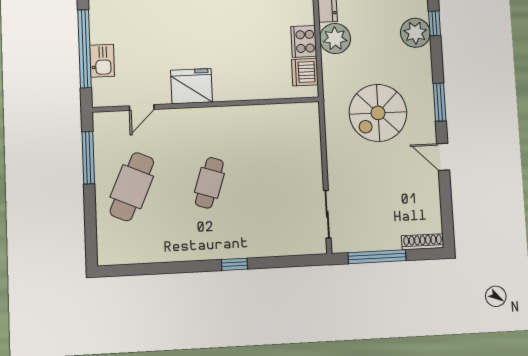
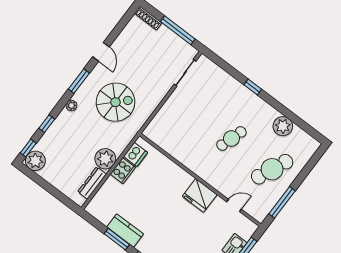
plant: (415, 33) -> (71, 106), moved, width x0.53, depth x0.53
plant: (161, 248) -> (283, 126), added

